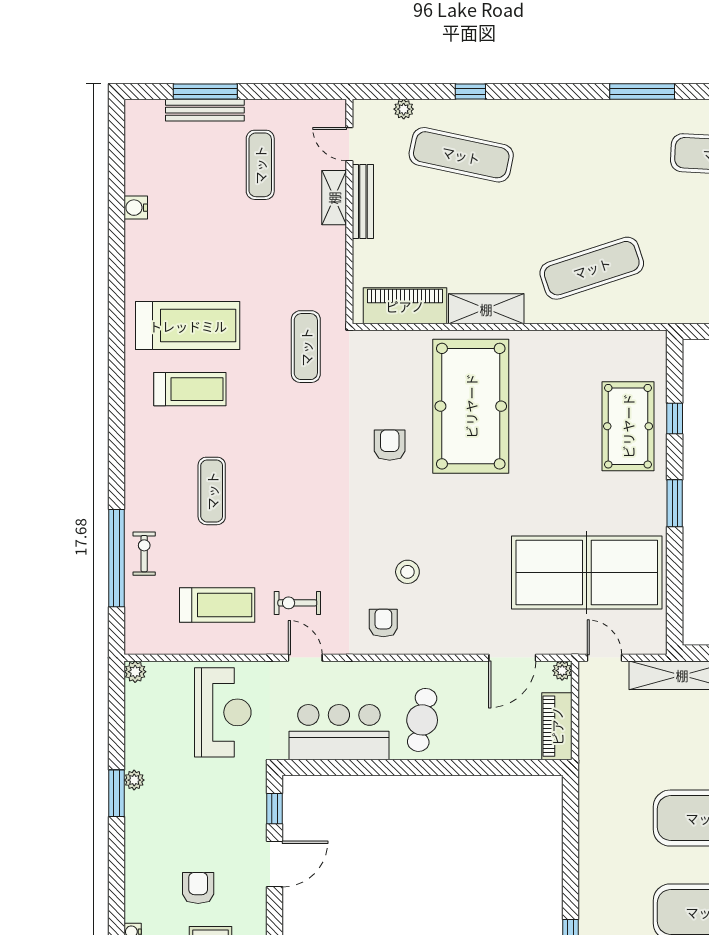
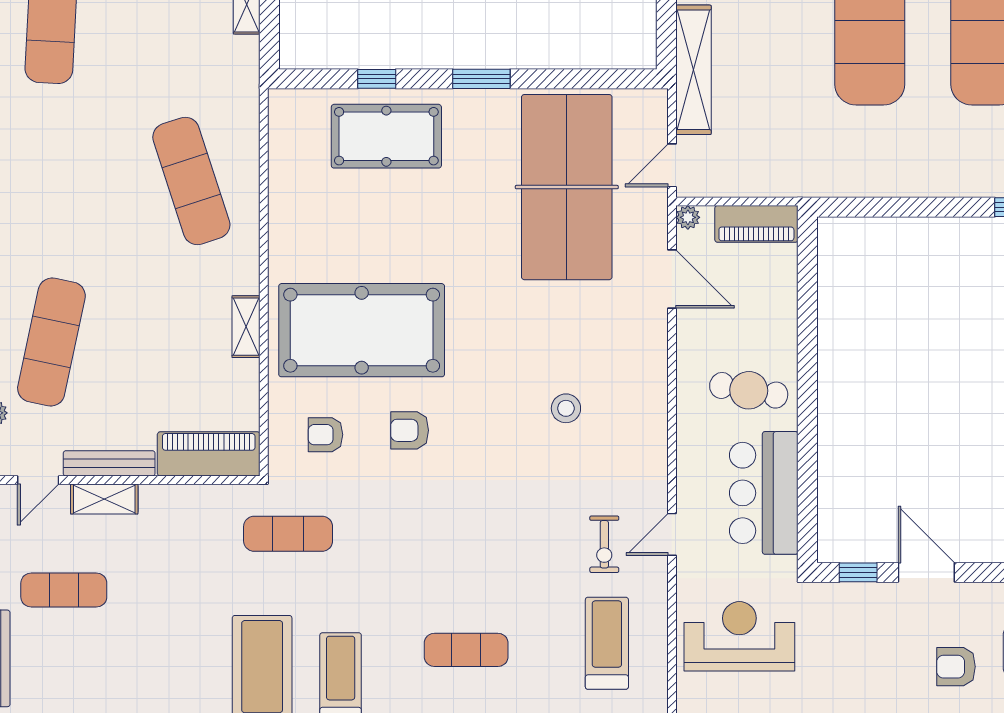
piano: (405, 306) -> (209, 454), moved, turned 90
shelving: (486, 309) -> (246, 327), width x0.67, depth x0.75
armchair: (383, 623) -> (325, 435), moved

